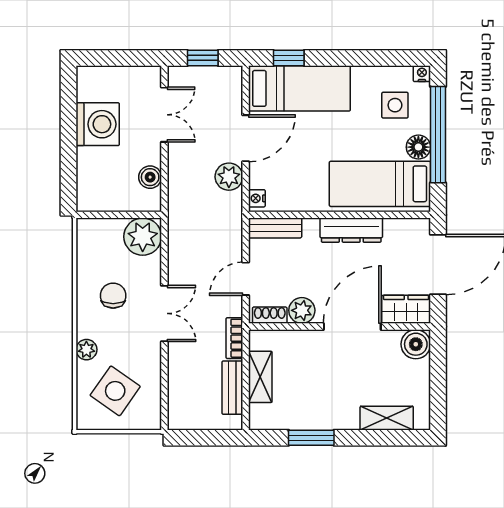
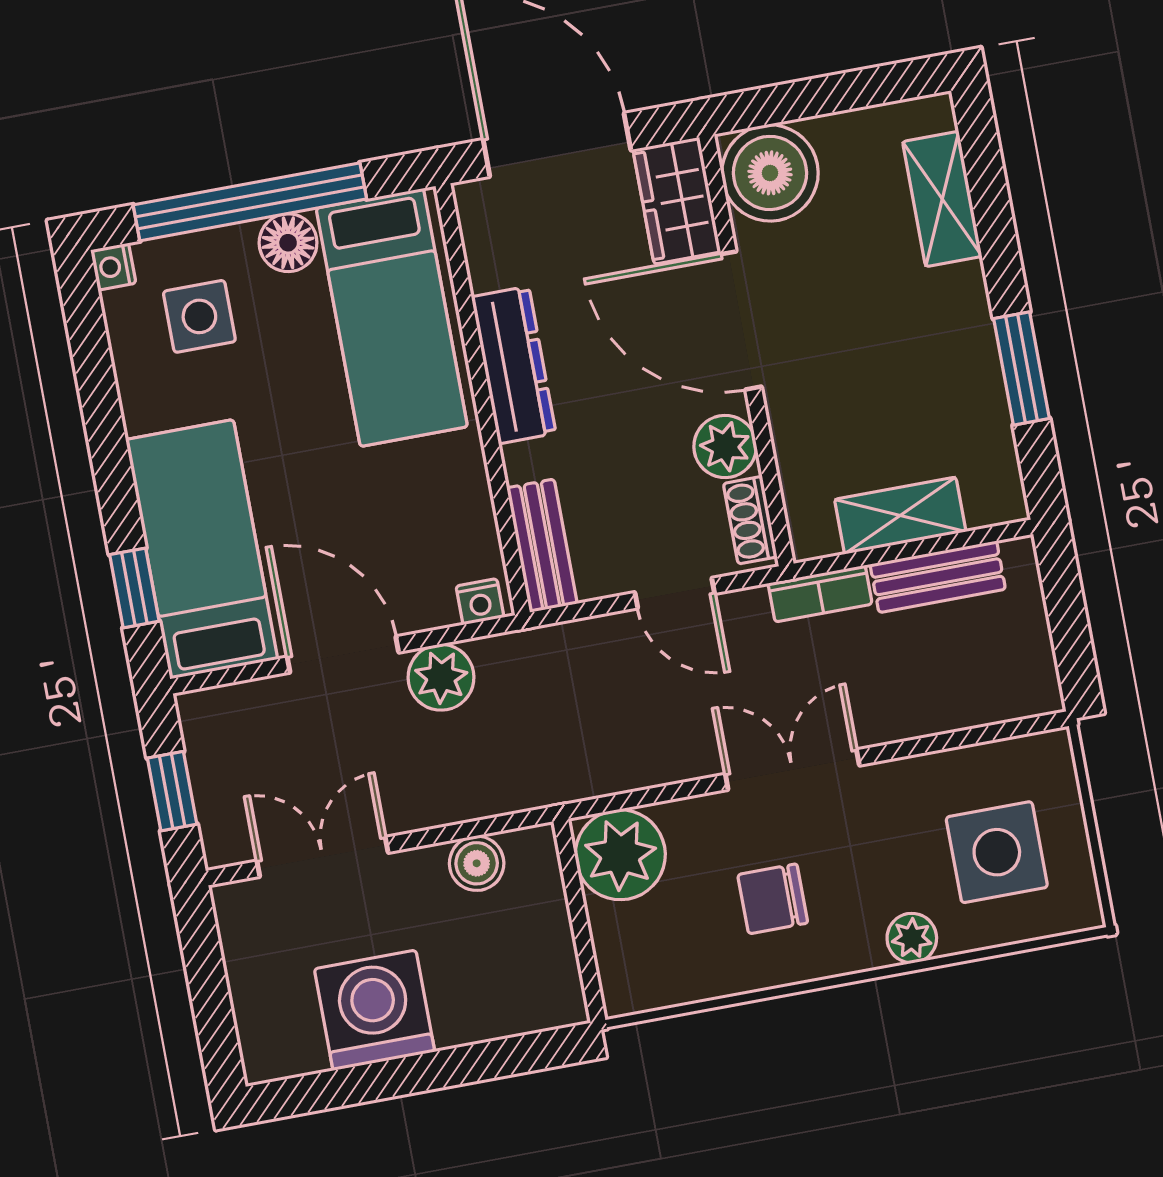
boiler: (416, 344) -> (770, 173), width x1.37, depth x1.37
side table: (115, 391) -> (997, 852), turned -35

